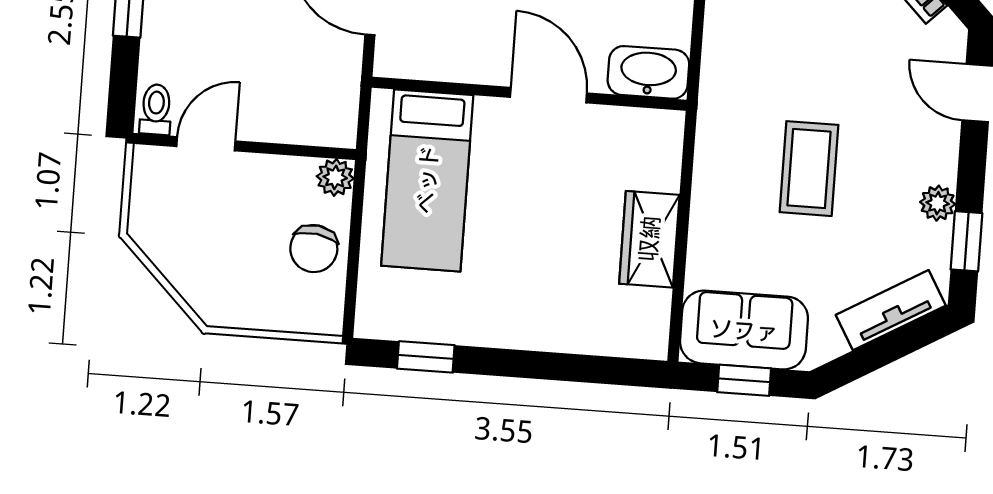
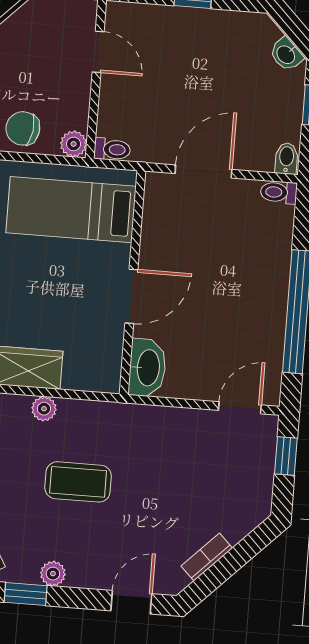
toilet: (156, 109) -> (112, 149), moved
plant: (707, 217) -> (44, 409), added

